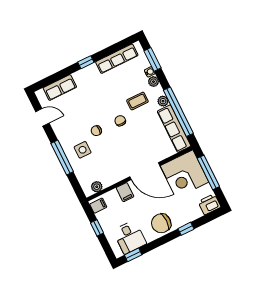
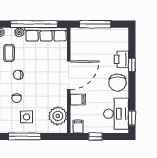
corner desk: (185, 174) -> (87, 44), removed
plant: (97, 187) -> (58, 116), width x1.87, depth x1.87
printer: (209, 204) -> (121, 59), moved
desk: (130, 237) -> (116, 114), width x1.37

